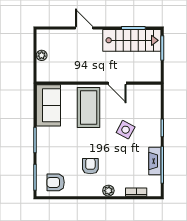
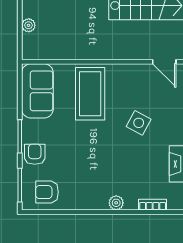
door: (117, 83) -> (164, 62), moved
armchair: (90, 166) -> (35, 154), moved

